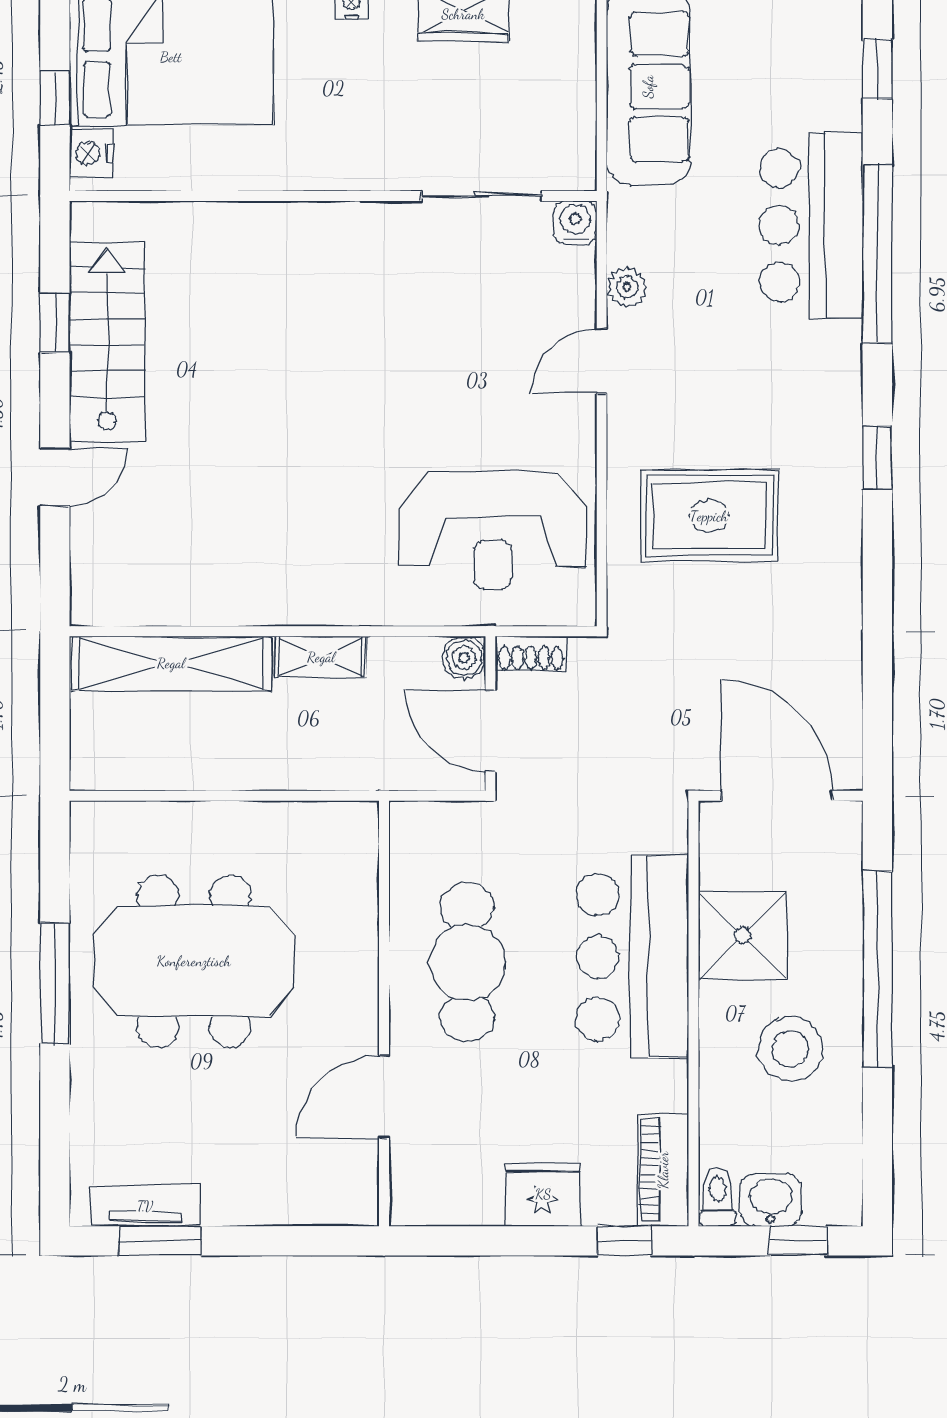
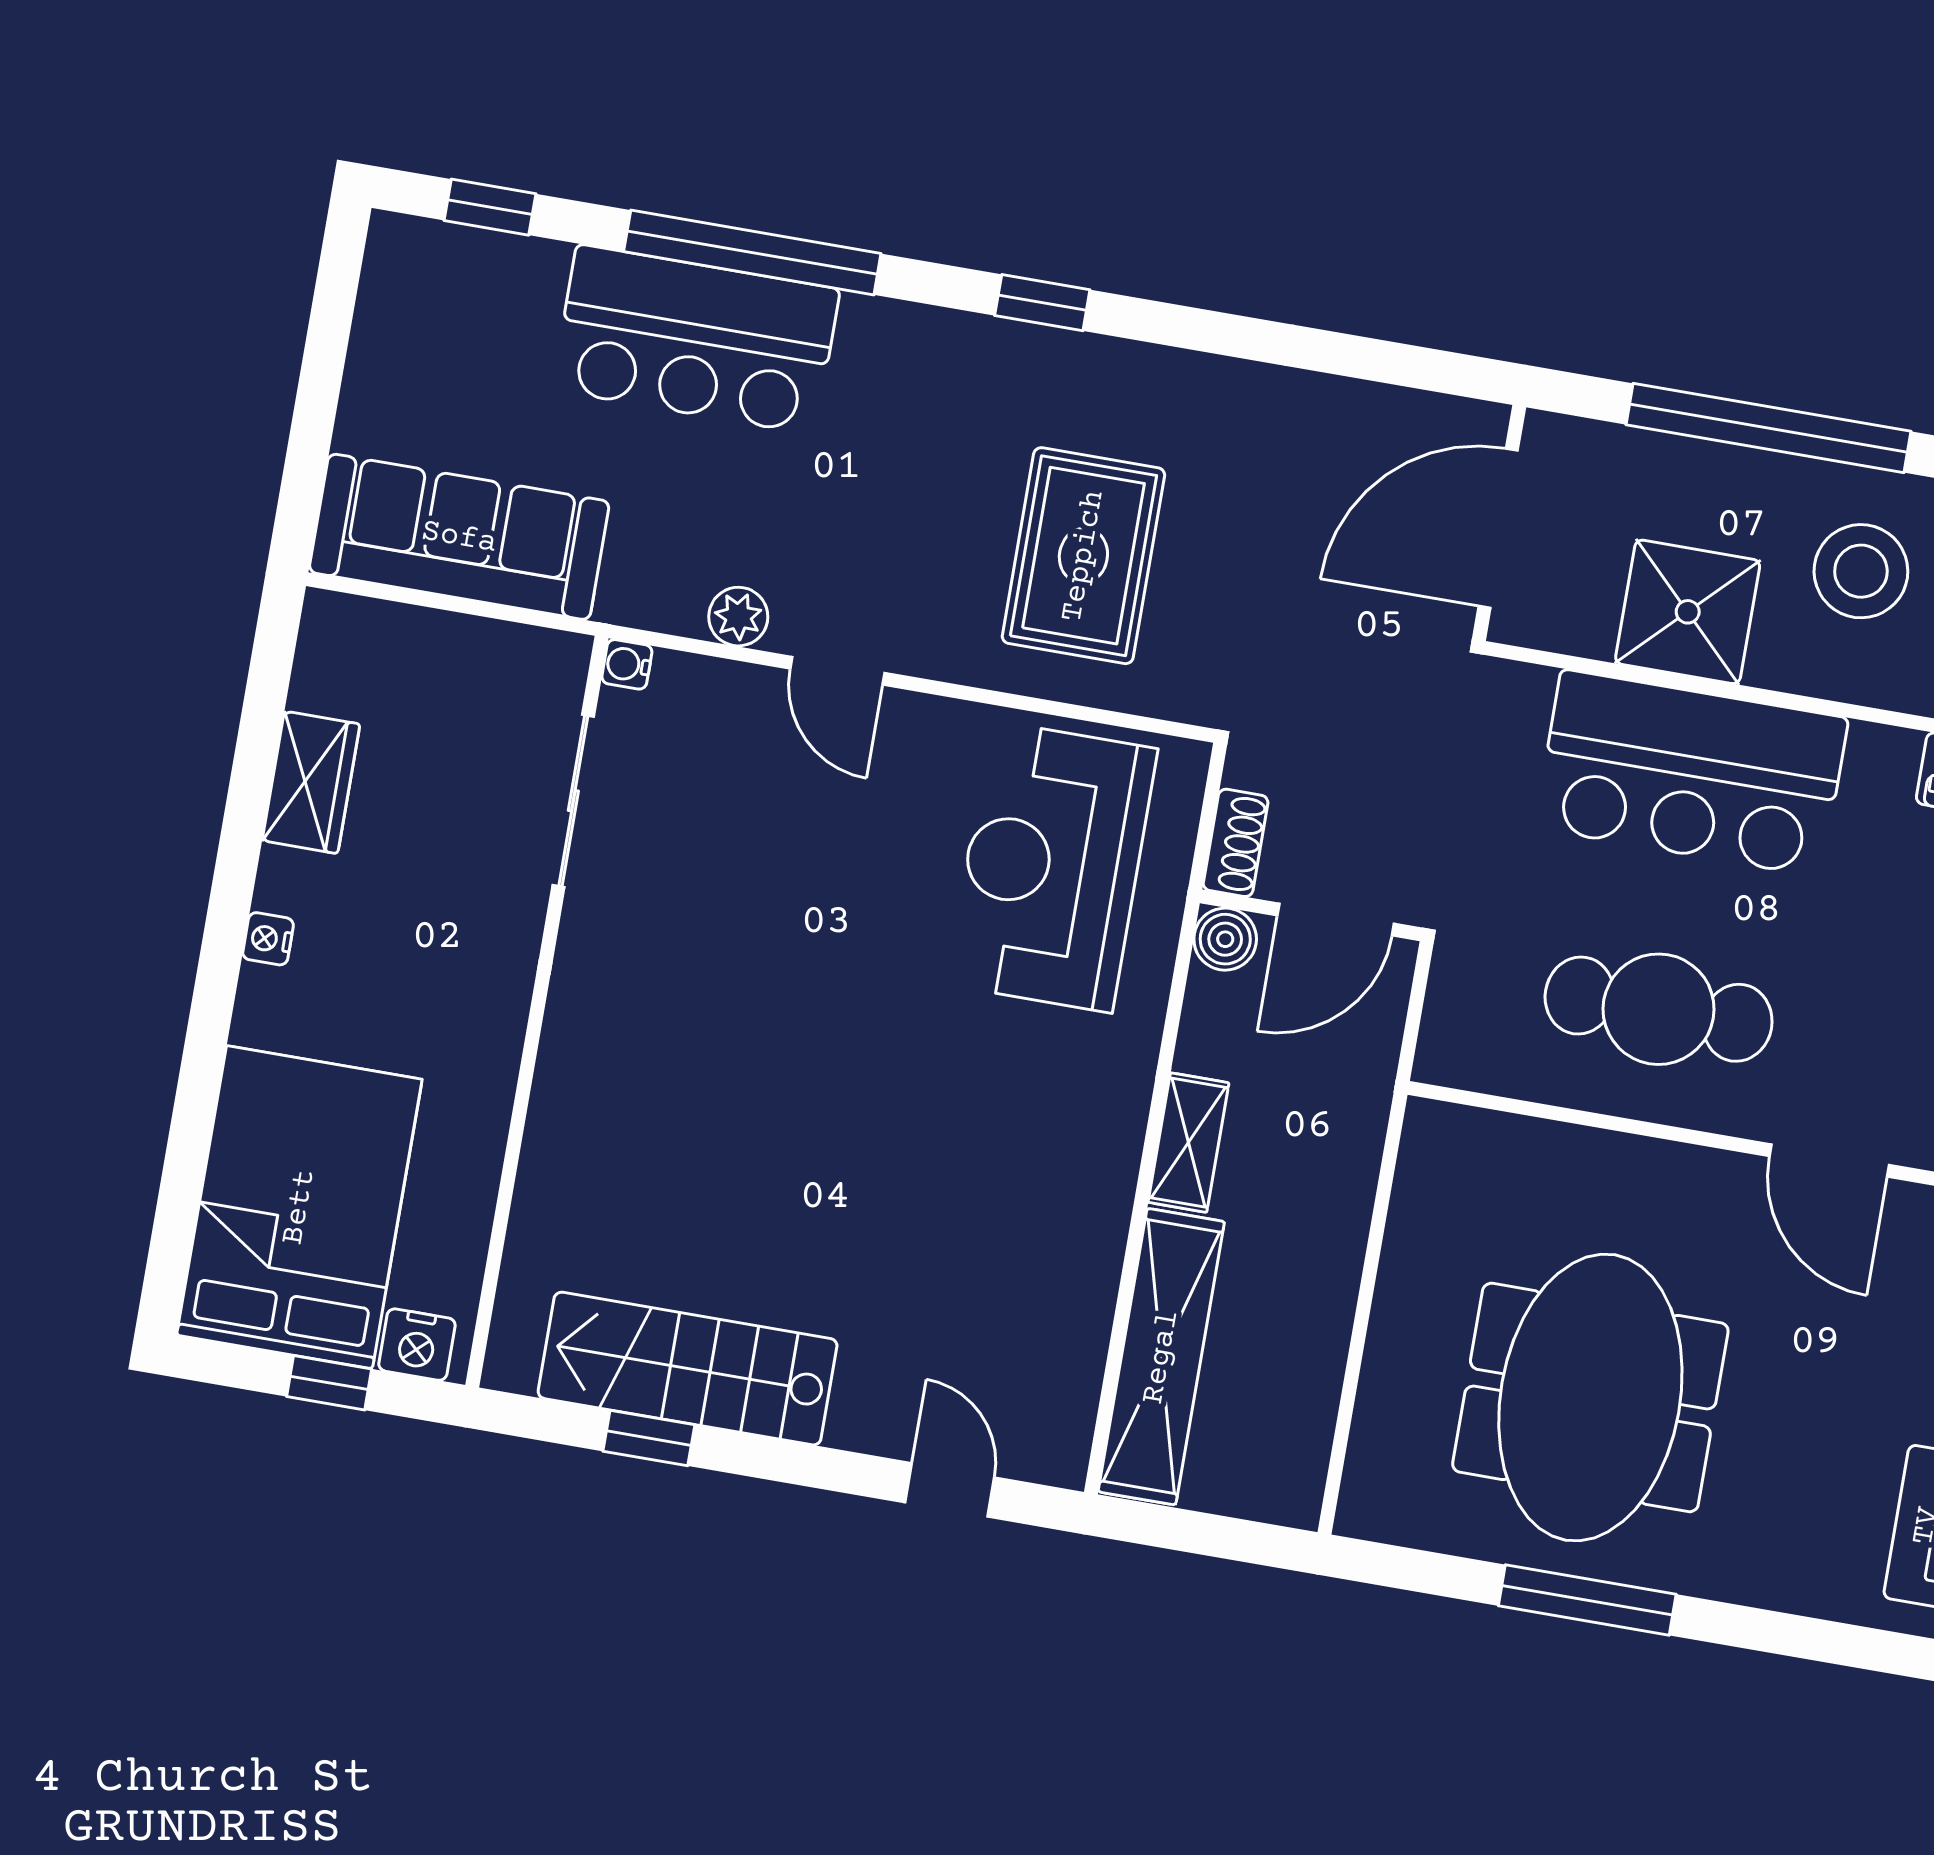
water cooler: (575, 222) -> (627, 664), width x0.72, depth x0.72
door: (55, 477) -> (950, 1490), moved
reception desk: (493, 531) -> (1052, 867), turned 180

